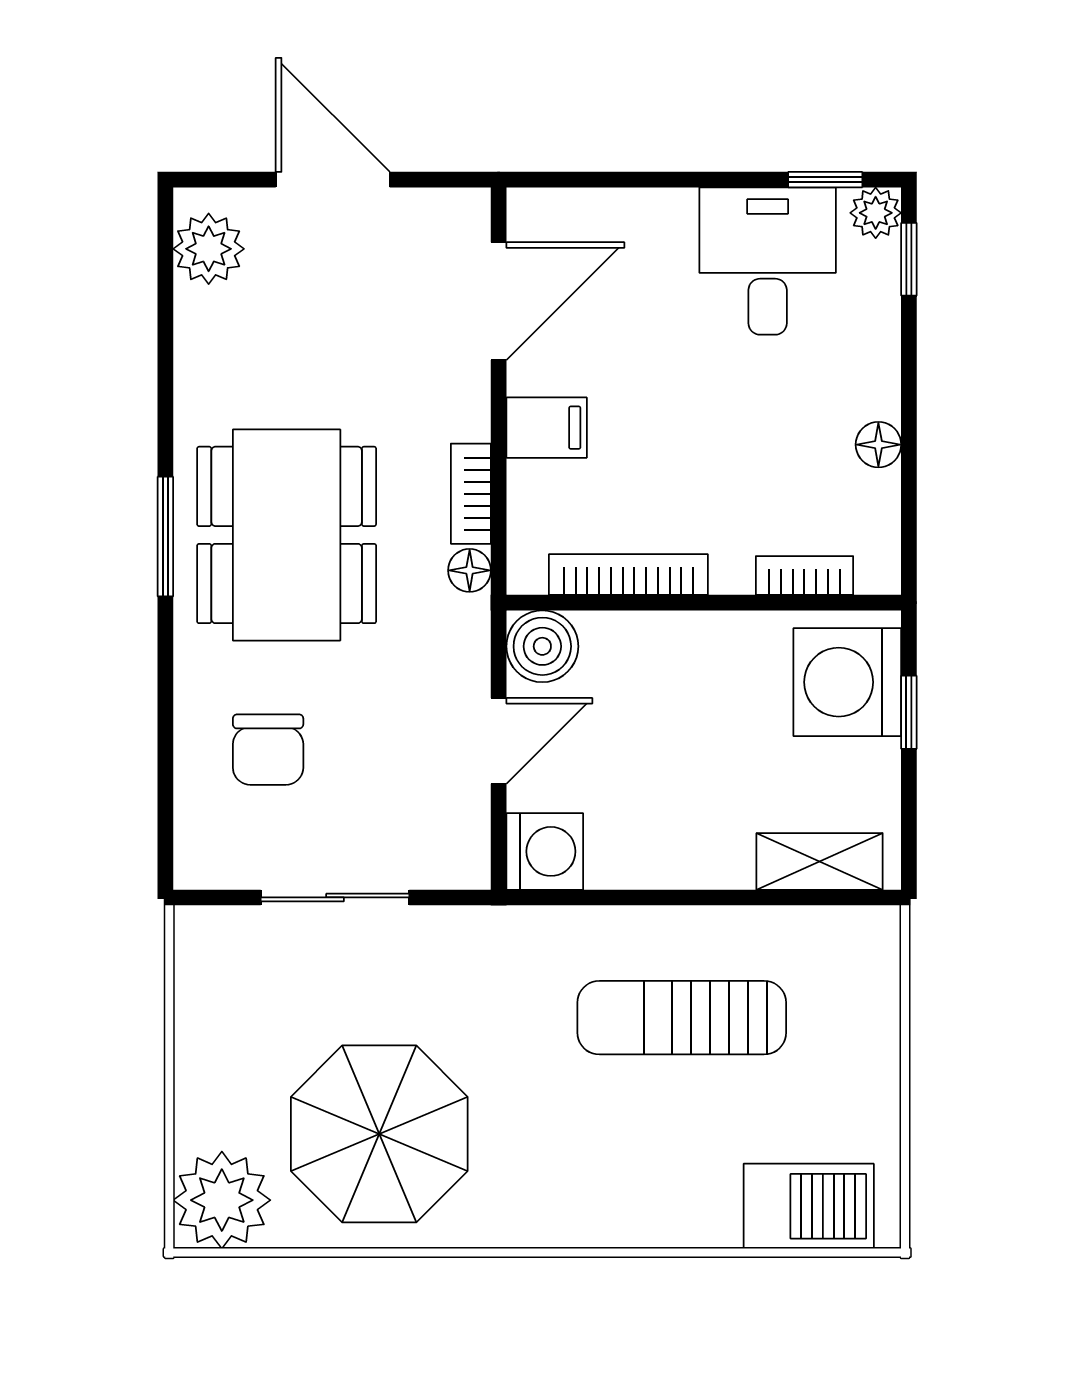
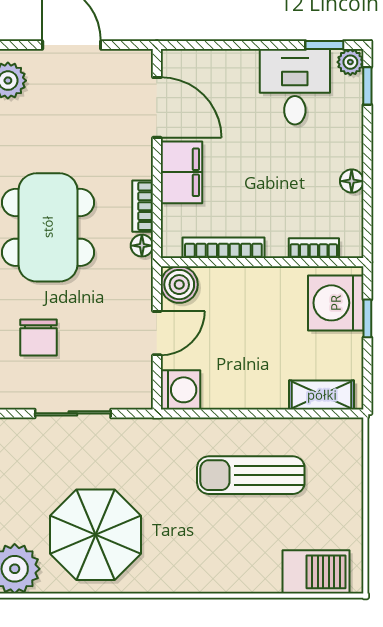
door: (499, 301) -> (157, 107), hinge flipped
filing cabinet: (547, 428) -> (181, 172), width x2.00

